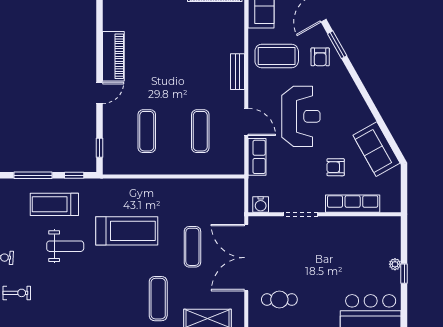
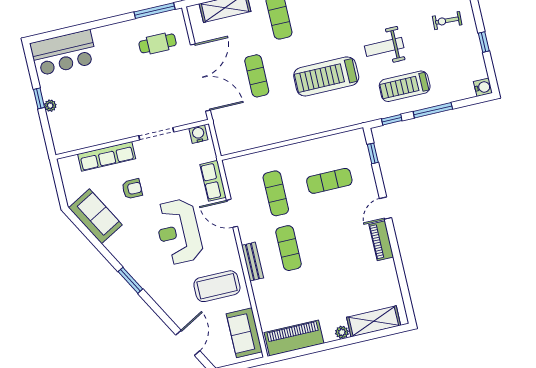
window: (337, 45) -> (130, 280), moved
piano: (113, 56) -> (381, 241), width x0.73, depth x0.75
armchair: (320, 57) -> (173, 296), removed
exercise mat: (200, 76) -> (289, 248), added
exercise mat: (147, 131) -> (329, 181), turned 90
treadmill: (54, 204) -> (405, 86), turned 180

